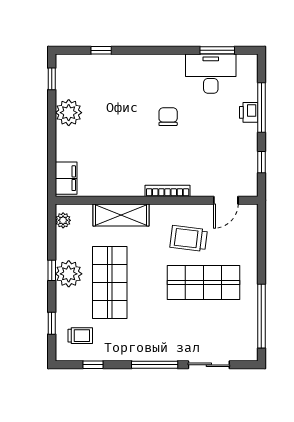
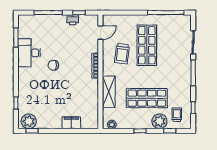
desk: (211, 74) -> (29, 53), moved
printer: (249, 112) -> (73, 20), moved
plant: (69, 113) -> (29, 121), moved
filing cabinet: (66, 178) -> (71, 123), moved
door: (226, 200) -> (100, 33), hinge flipped
plant: (69, 274) -> (160, 121), moved

